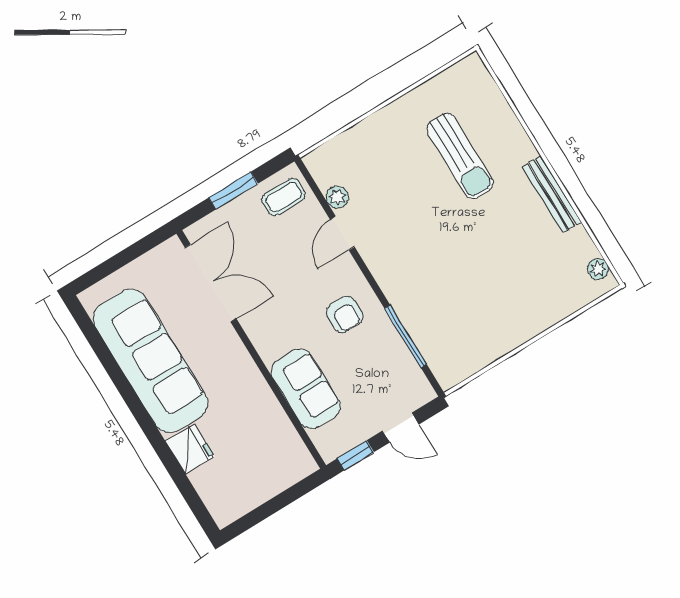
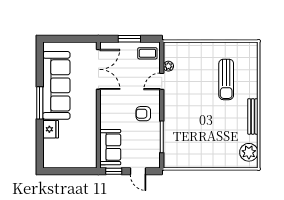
plant: (598, 269) -> (249, 152), width x1.88, depth x1.88
armchair: (345, 314) -> (143, 114), turned 90
sofa: (306, 389) -> (110, 147), moved
window: (139, 412) -> (40, 103), added

